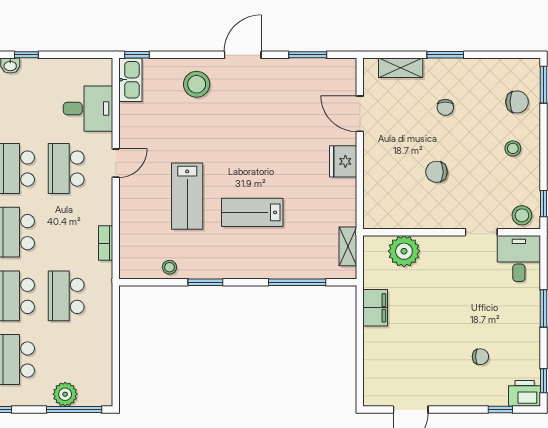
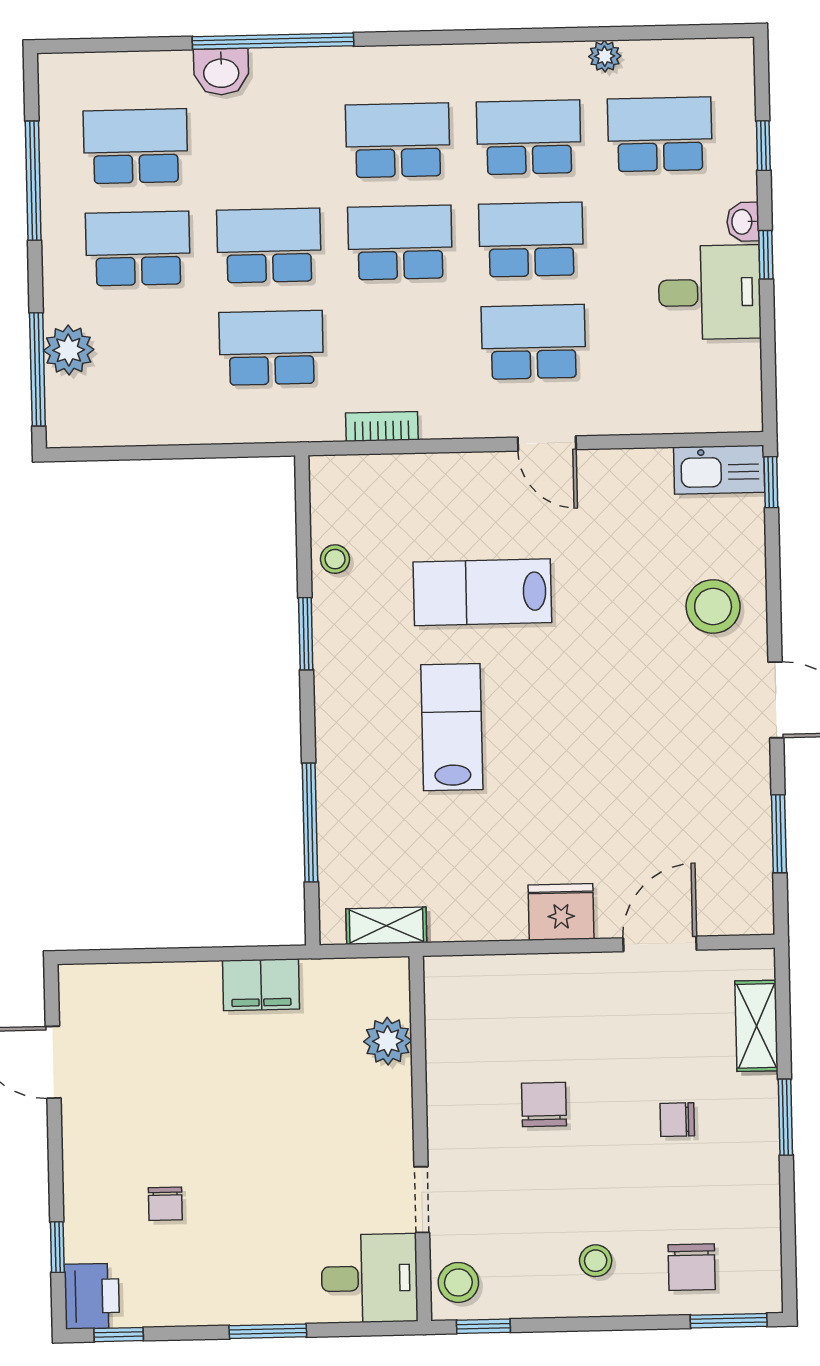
desk: (88, 109) -> (710, 292), moved, turned -90
plant: (404, 251) -> (388, 1041), width x0.73, depth x0.73

